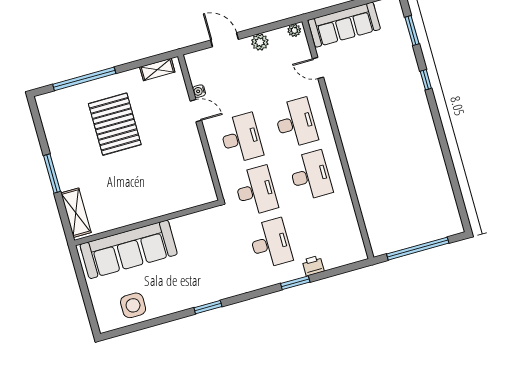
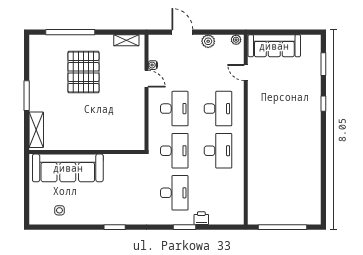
side table: (133, 305) -> (59, 210), width x0.54, depth x0.54

